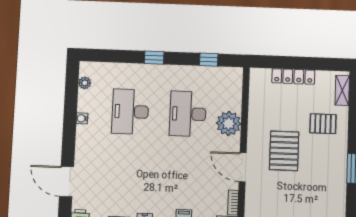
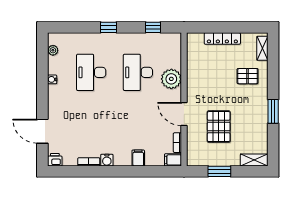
pallet: (284, 151) -> (219, 127), moved

